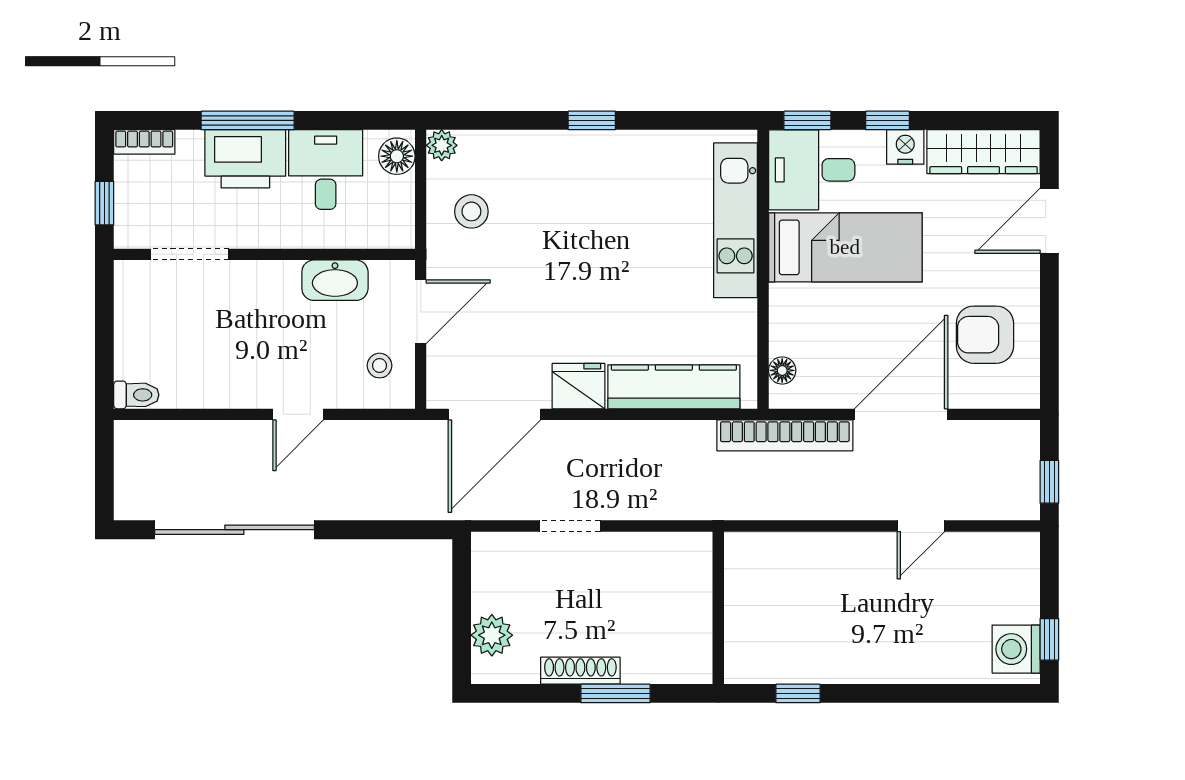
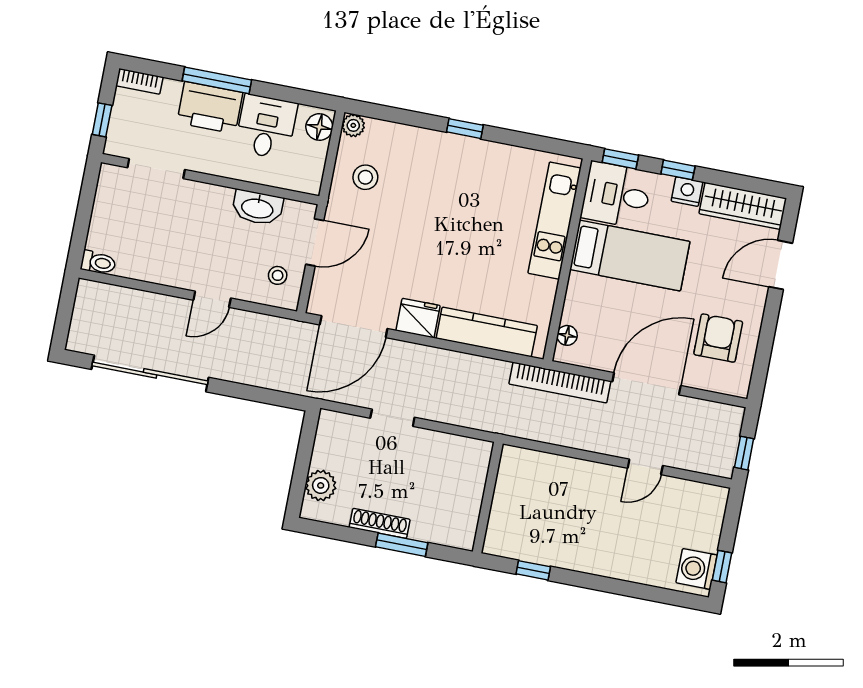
armchair: (985, 335) -> (718, 338), turned 90

